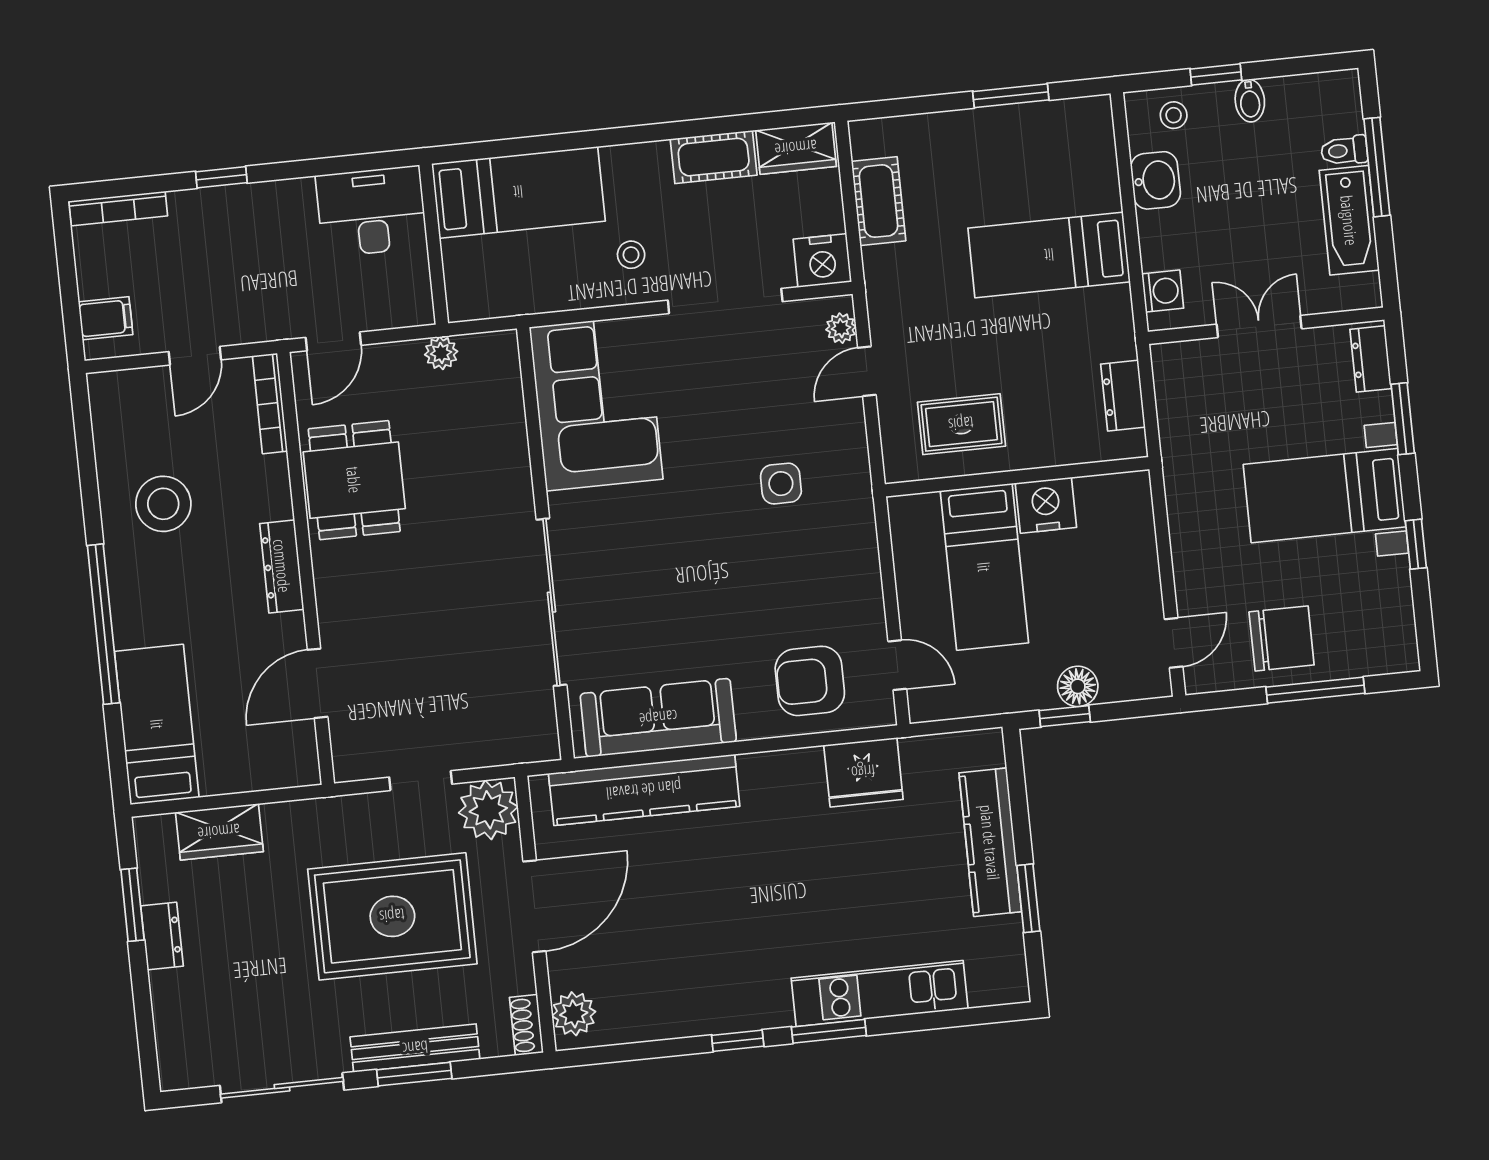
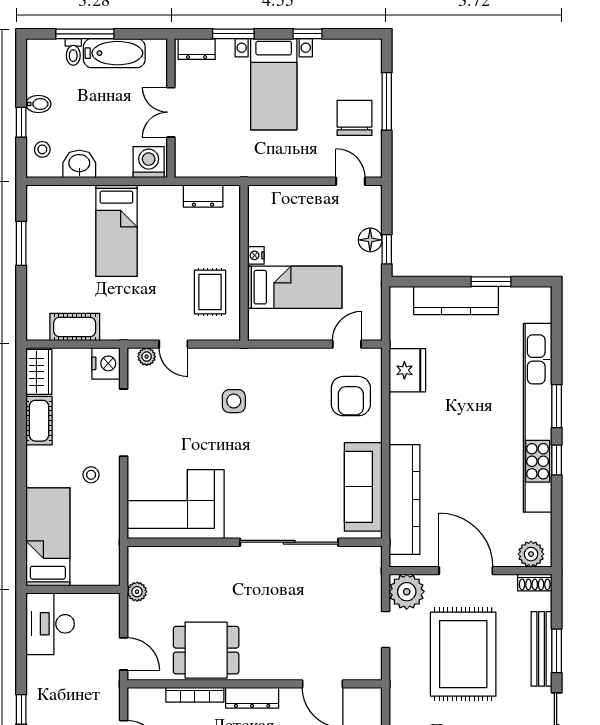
washing machine: (1163, 291) -> (149, 162), width x1.38, depth x1.38
bookcase: (270, 404) -> (195, 695), moved
nightstand: (1046, 505) -> (256, 255), width x0.53, depth x0.56
kitchen unit: (880, 993) -> (538, 418), width x1.86

